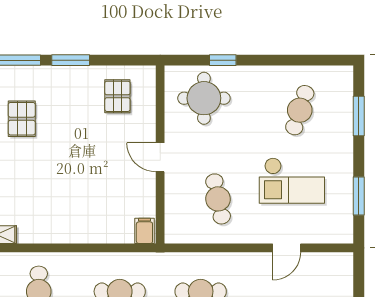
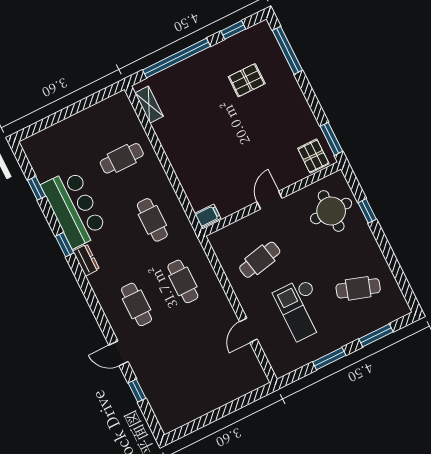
window: (71, 60) -> (331, 139), moved
pallet: (117, 96) -> (313, 156), moved, turned 90
window: (359, 196) -> (329, 359), moved
door: (287, 248) -> (248, 330), hinge flipped

